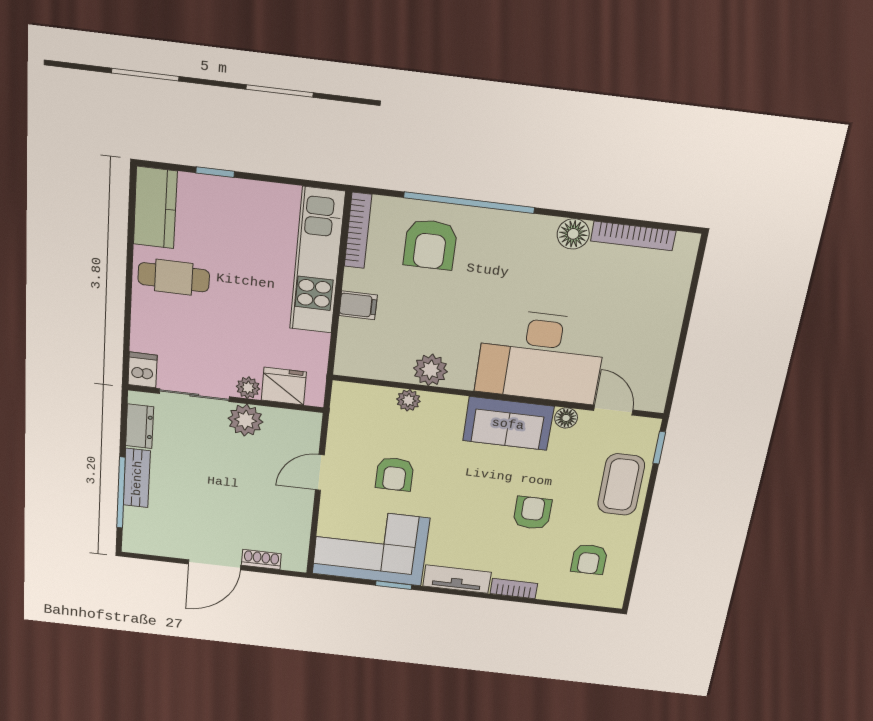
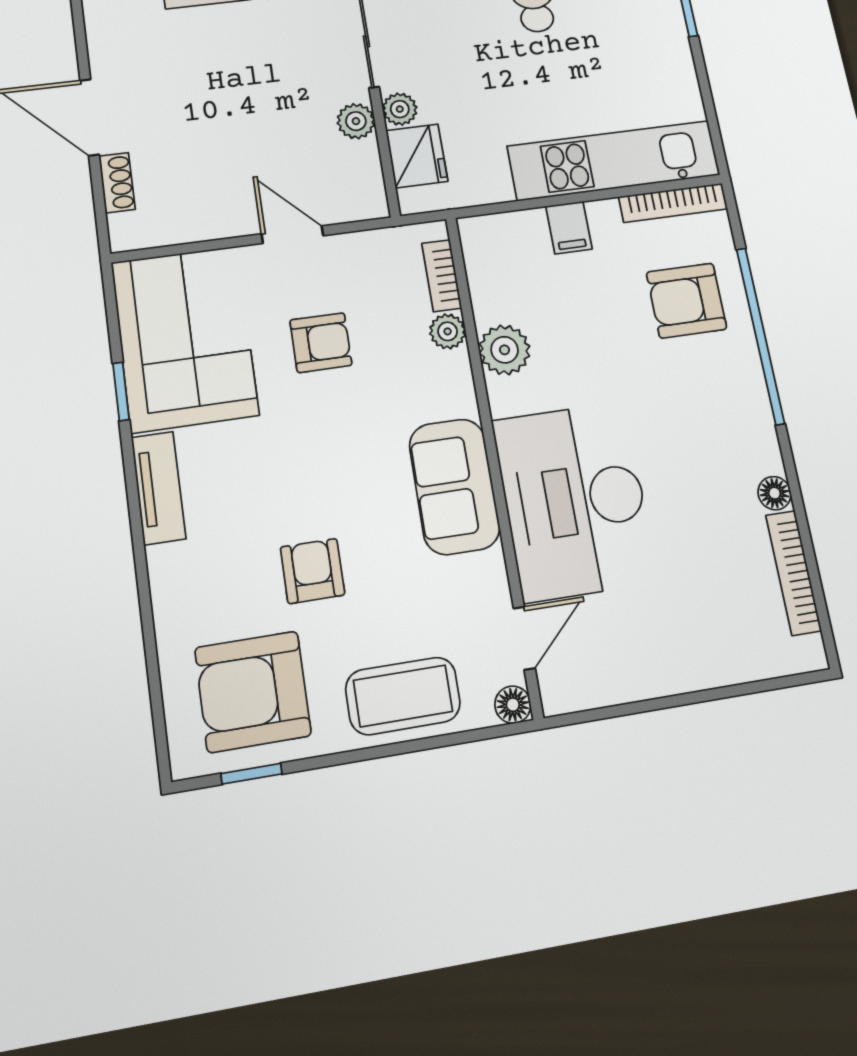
floor lamp: (573, 234) -> (775, 493), width x0.73, depth x0.73
floor lamp: (566, 418) -> (513, 705), moved
plant: (246, 420) -> (356, 121), width x0.73, depth x0.73
window: (659, 448) -> (251, 774), moved
armchair: (395, 474) -> (321, 343), turned 180
armchair: (532, 513) -> (312, 571), turned -90
armchair: (589, 559) -> (253, 692), width x1.88, depth x1.88
bookcase: (514, 589) -> (442, 276), moved, turned 180

